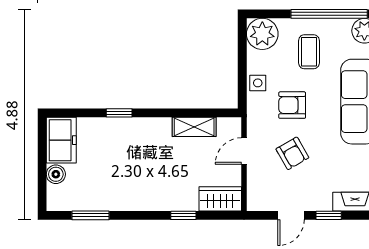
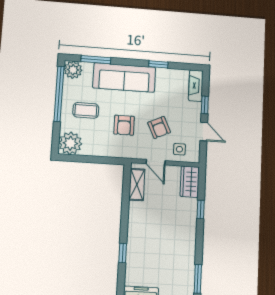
side table: (258, 83) -> (179, 149), moved
shelving: (194, 127) -> (137, 185), moved
armchair: (292, 153) -> (159, 127), turned 95

